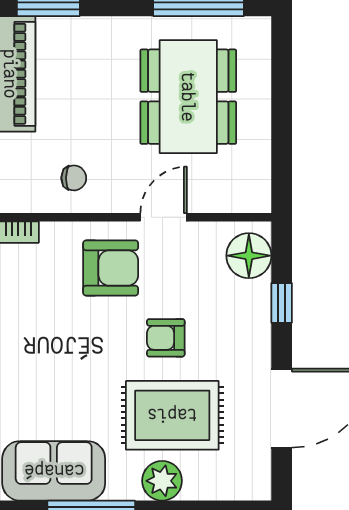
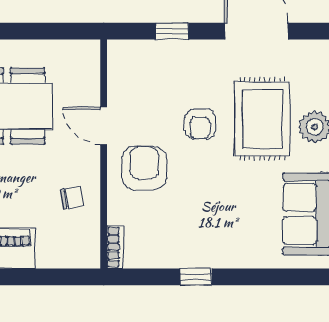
chair: (74, 178) -> (72, 198), turned 79
floor lamp: (249, 256) -> (134, 57), removed

